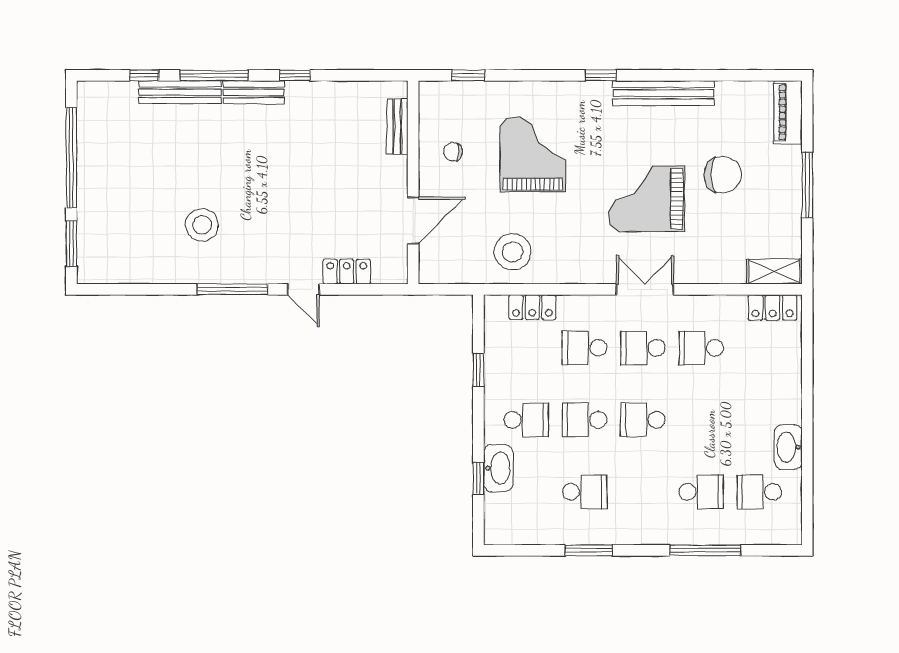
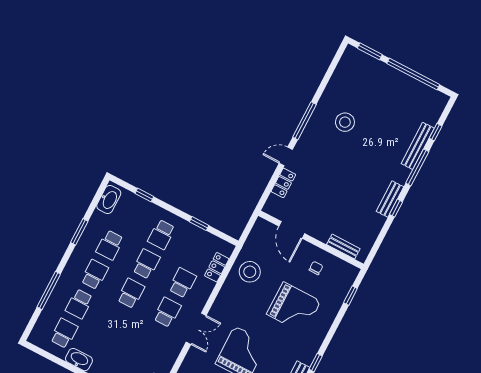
bench: (254, 92) -> (390, 199), moved
school desk: (701, 348) -> (95, 274), moved
washbasin: (498, 468) -> (109, 199), moved, turned -90

